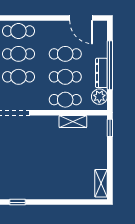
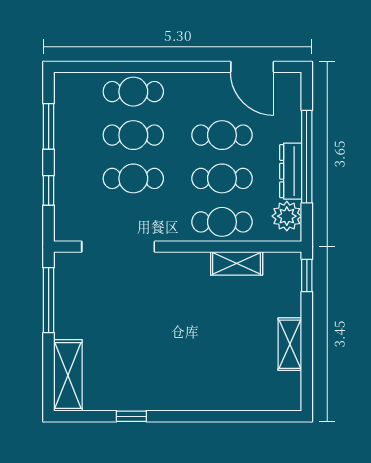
shelving: (101, 183) -> (290, 344), moved

